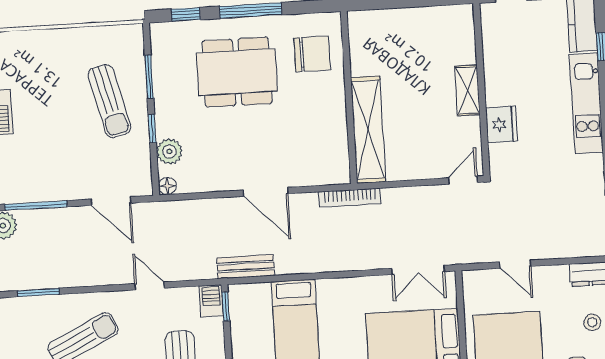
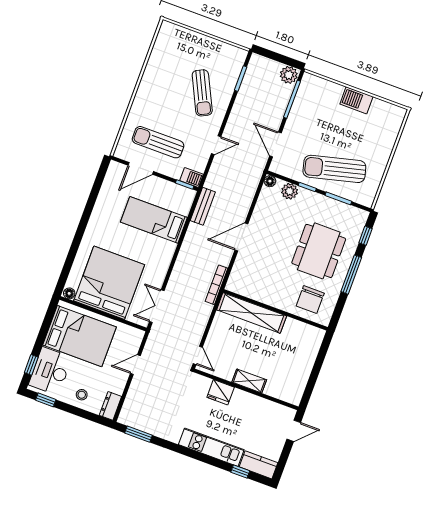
sun lounger: (109, 101) -> (334, 169), width x1.36, depth x1.34
door: (111, 201) -> (275, 144), hinge flipped

